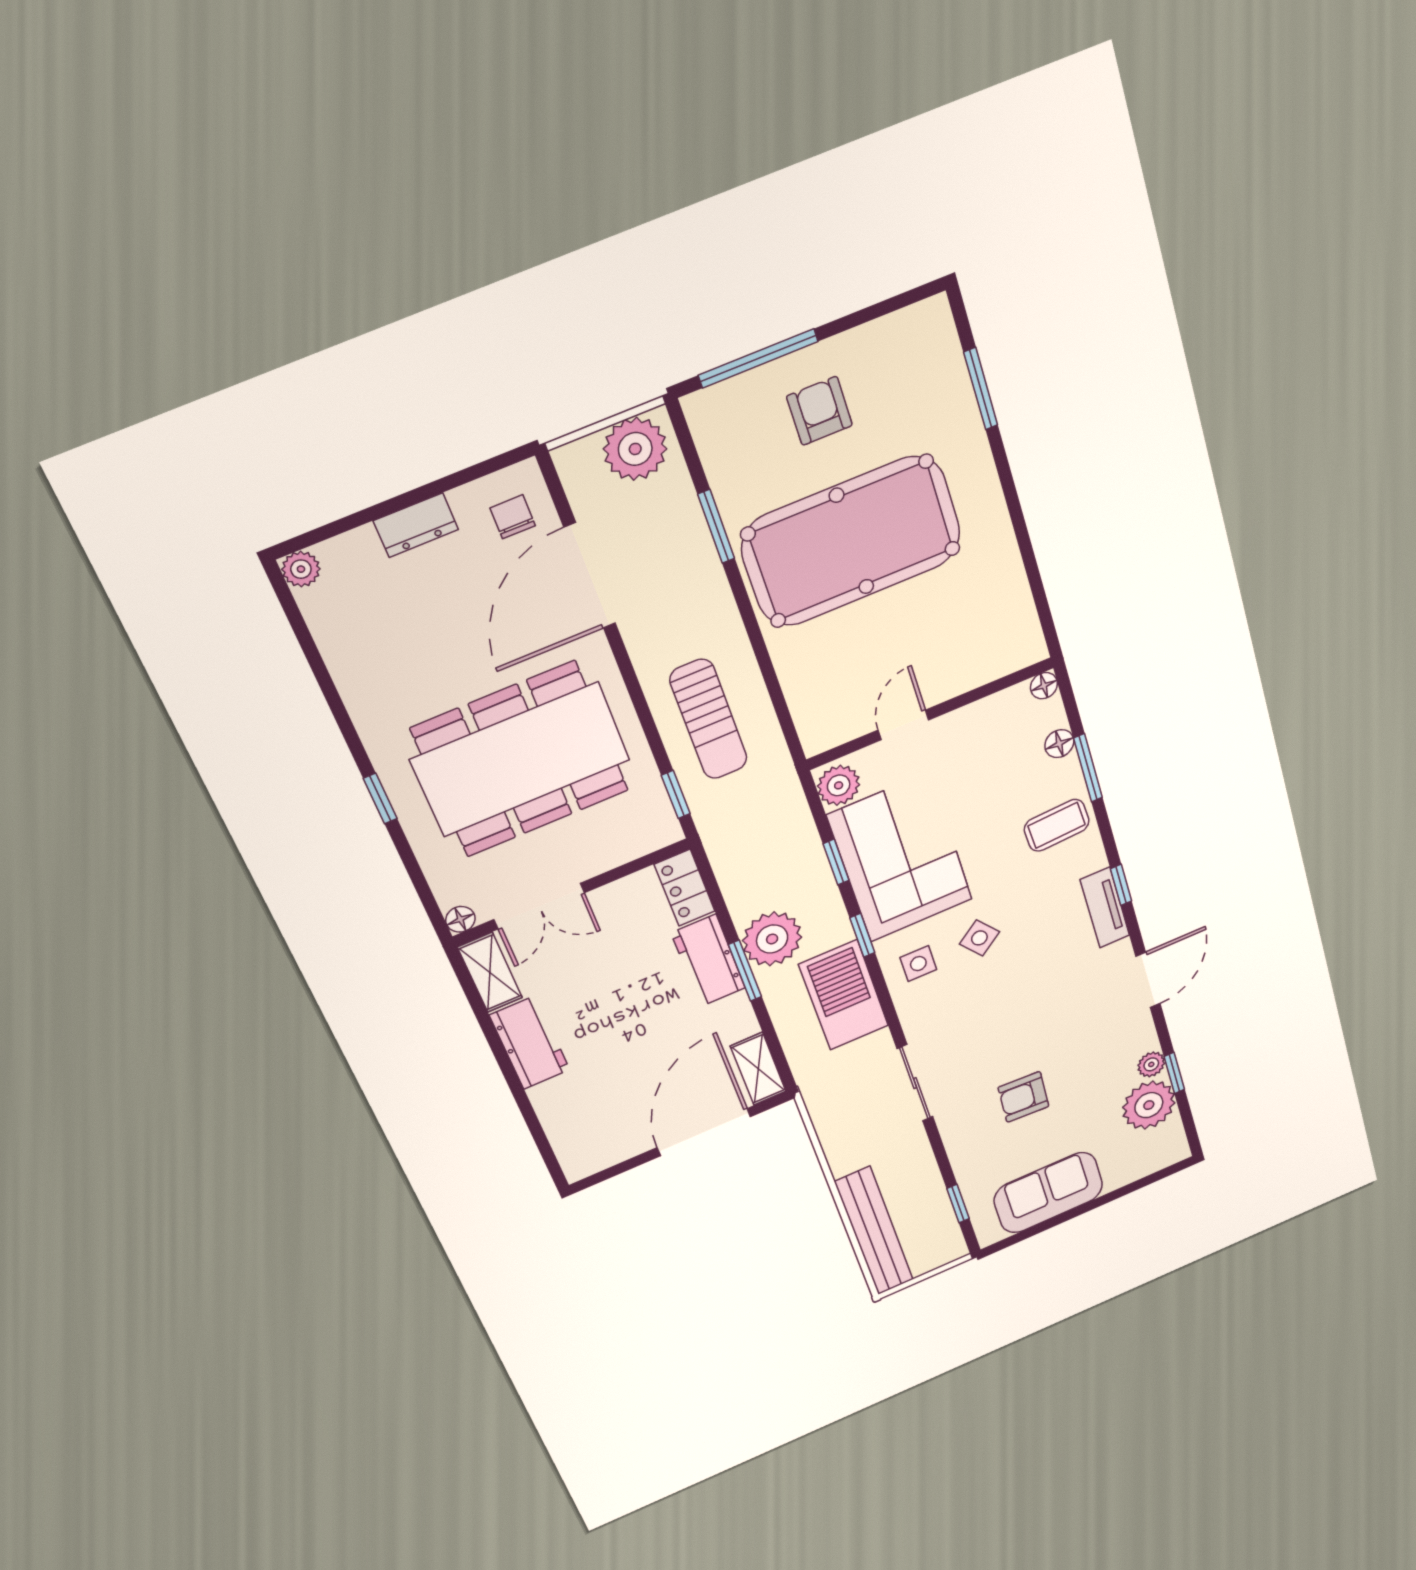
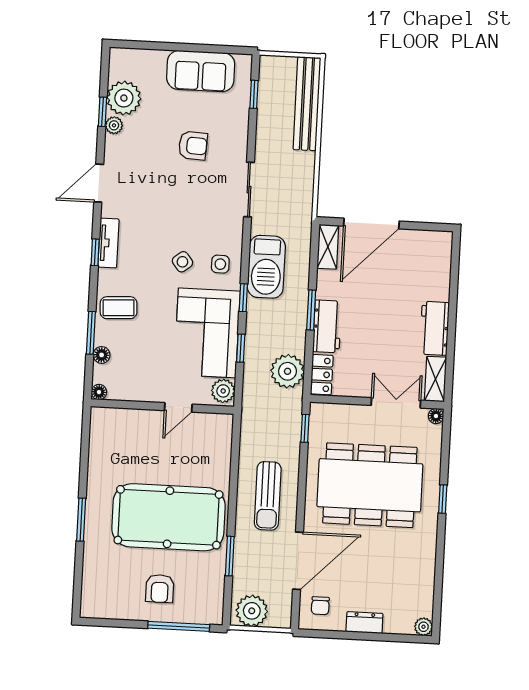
window: (981, 389) -> (81, 520), moved
sun lounger: (709, 719) -> (268, 496), moved, turned 180
plant: (772, 939) -> (288, 371), moved

